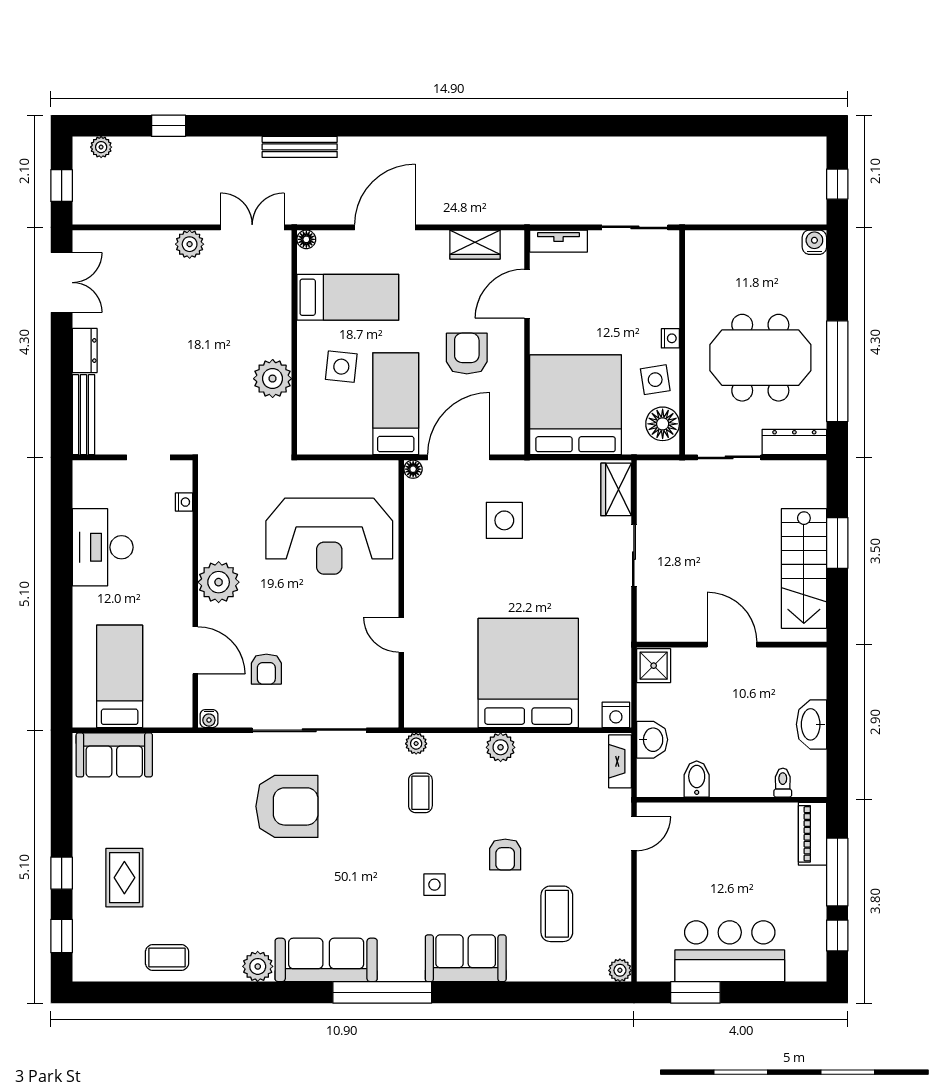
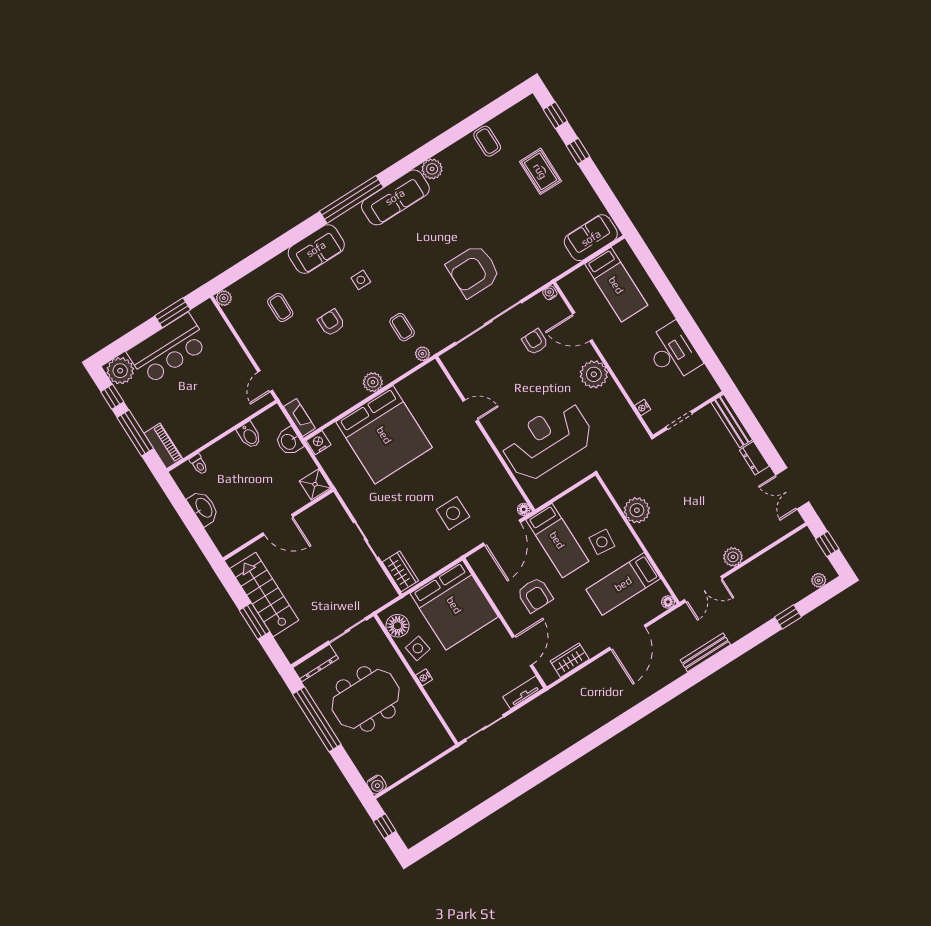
coffee table: (557, 914) -> (280, 307), width x0.73, depth x0.77
coffee table: (167, 957) -> (487, 141), turned 90
plant: (807, 962) -> (120, 371), added

